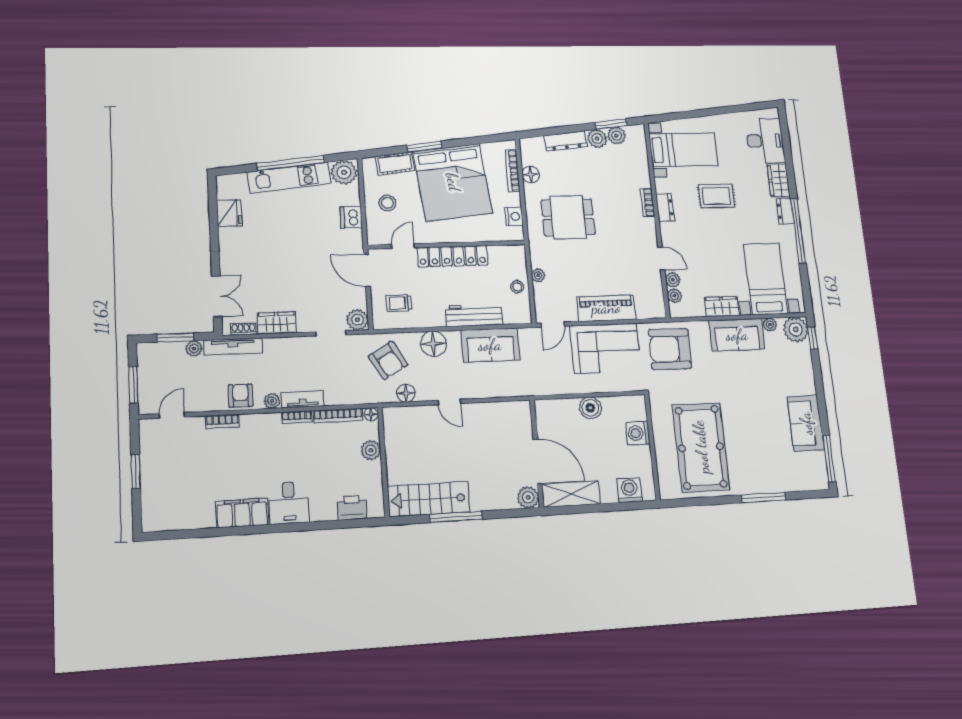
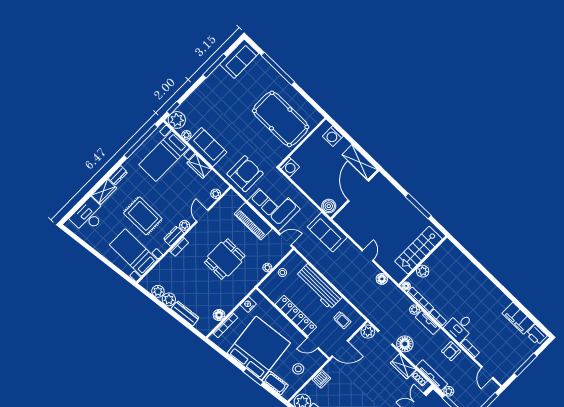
window: (611, 124) -> (154, 299), removed
rug: (716, 196) -> (143, 216), width x1.36, depth x1.43
dining table: (568, 217) -> (225, 259), moved, turned 90
window: (798, 231) -> (141, 141), moved
door: (367, 270) -> (340, 349), hinge flipped
plant: (673, 280) -> (185, 225), moved
workbench: (474, 315) -> (319, 287), width x1.36, depth x1.32
floor lamp: (433, 344) -> (405, 344), moved
sofa: (490, 345) -> (327, 232), moved, turned 180
armchair: (670, 349) -> (245, 174), turned -91
armchair: (388, 360) -> (374, 301), removed
plant: (272, 401) -> (415, 310), moved
boiler: (590, 408) -> (329, 206), moved
door: (172, 415) -> (487, 373), hinge flipped
sofa: (806, 423) -> (239, 59), moved
washing machine: (638, 433) -> (289, 167), moved
pool table: (701, 447) -> (281, 119), turned 90
window: (829, 459) -> (215, 66), moved
window: (136, 472) -> (525, 365), width x1.44
plant: (528, 497) -> (379, 181), removed
window: (764, 497) -> (278, 69), width x1.46
stairs: (429, 499) -> (419, 250), moved, turned 90
desk: (289, 503) -> (460, 327), moved, turned 180
printer: (352, 508) -> (536, 335), moved
filing cabinet: (242, 513) -> (518, 318), moved

